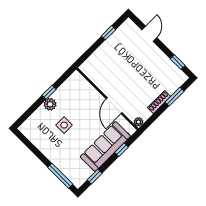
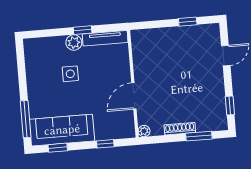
tv unit: (67, 85) -> (105, 38), added
sofa: (105, 146) -> (62, 130), moved

